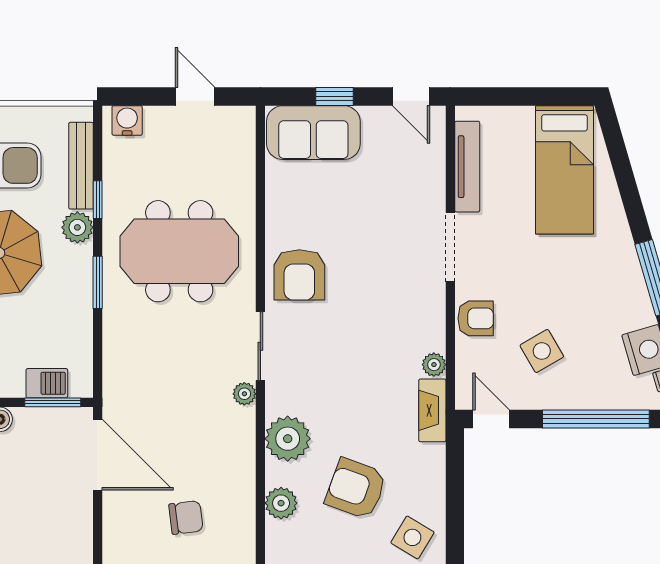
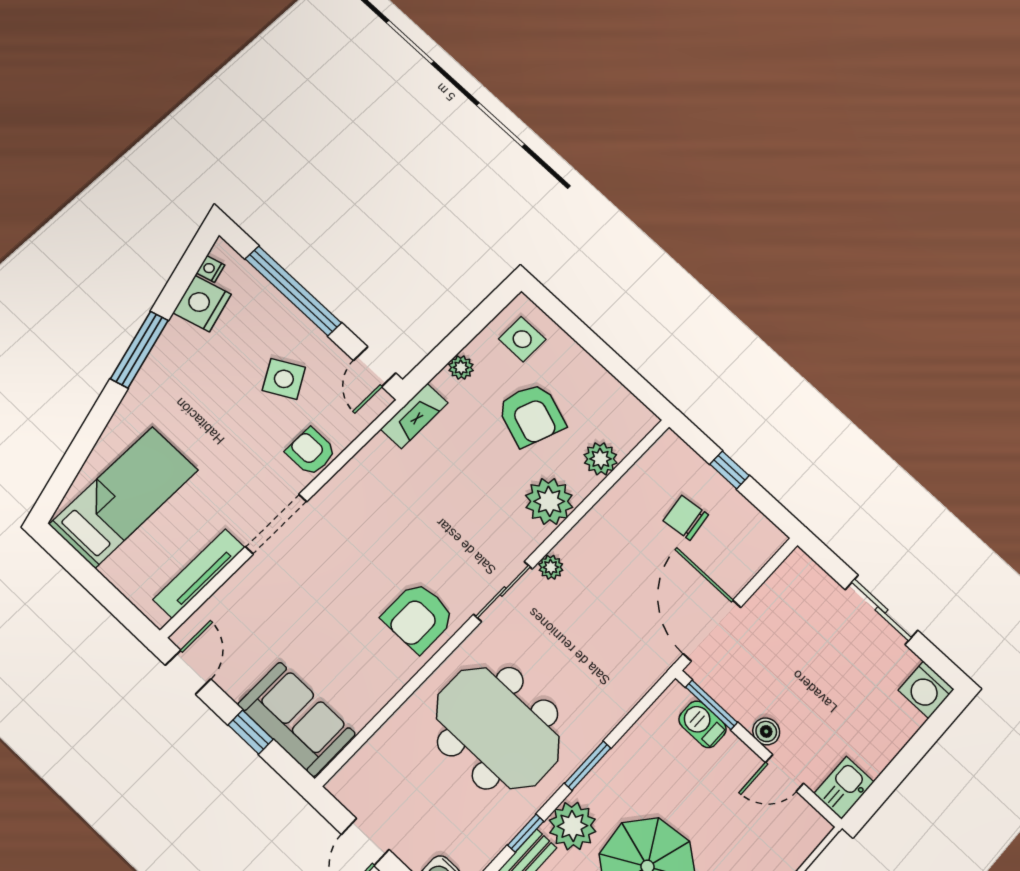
plant: (77, 227) -> (573, 826), width x1.36, depth x1.36
armchair: (299, 275) -> (418, 617), turned 180
plant: (434, 365) -> (461, 367), moved
side table: (412, 537) -> (522, 339), turned -31

